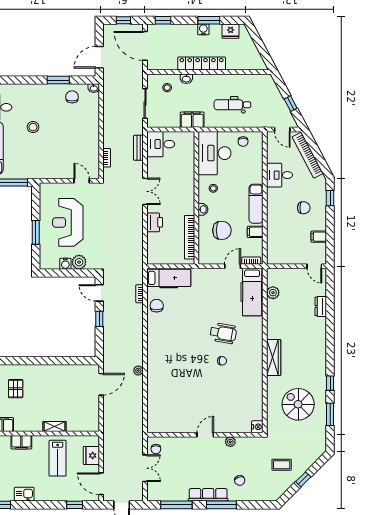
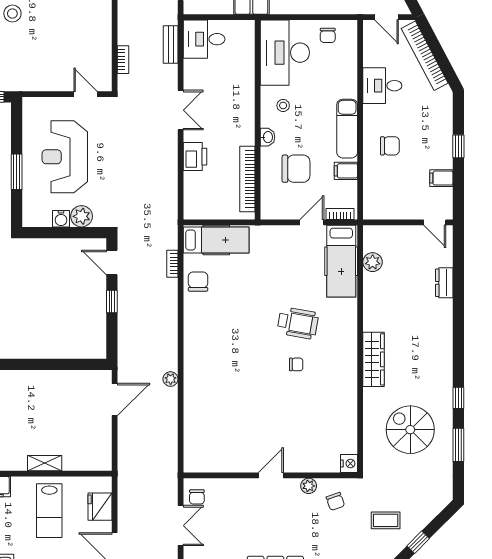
window: (330, 198) -> (458, 146), moved
chair: (304, 208) -> (390, 146), moved
chair: (240, 480) -> (335, 501), moved

